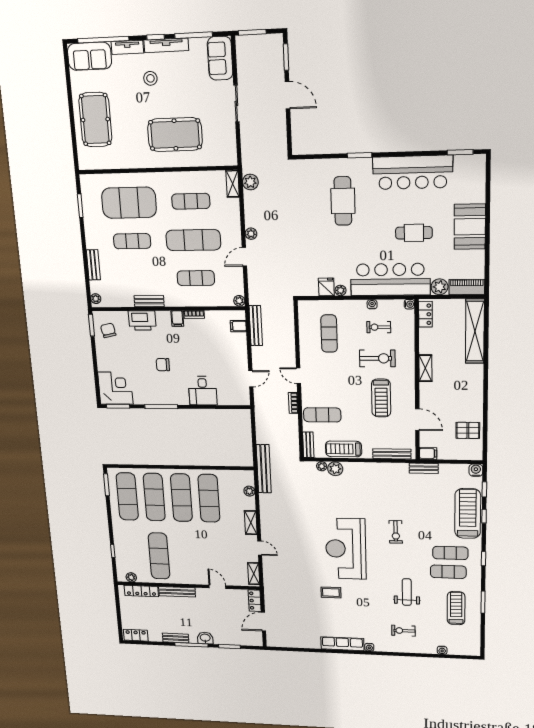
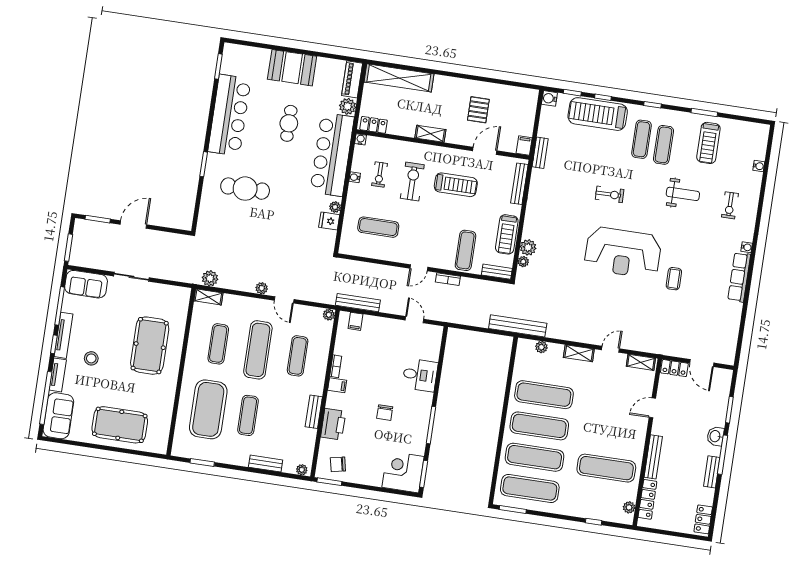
pallet: (468, 430) -> (478, 110), moved
weight bench: (407, 592) -> (683, 194), turned 180
treadmill: (456, 608) -> (708, 143), turned -90

